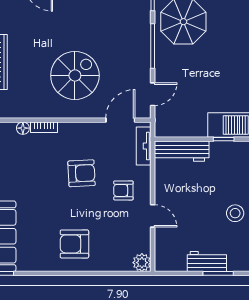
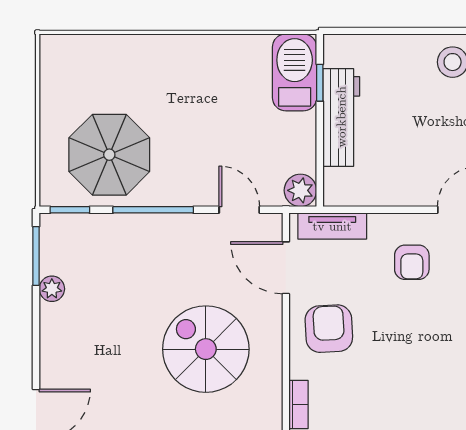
plant: (163, 128) -> (300, 190), added
workbench: (182, 151) -> (341, 117), moved
armchair: (82, 173) -> (329, 329), moved

